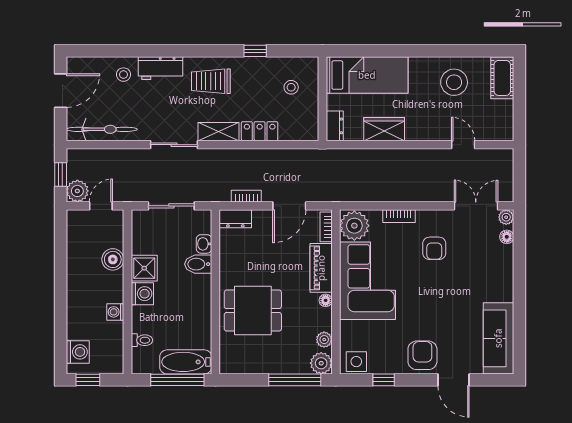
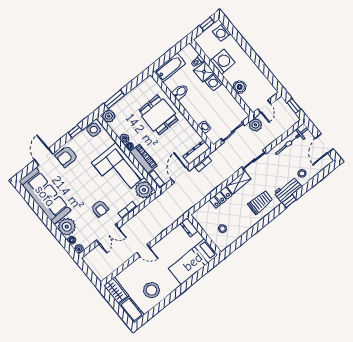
window: (255, 51) -> (289, 201), moved
wardrobe: (384, 129) -> (116, 290), moved, turned -90
door: (463, 145) -> (143, 250), moved
plant: (77, 191) -> (255, 125), moved
double door: (476, 206) -> (108, 234), moved
dresser: (235, 219) -> (196, 152), width x1.44
armchair: (434, 248) -> (100, 209), turned 180
plant: (499, 260) -> (67, 227), added
bidet: (198, 264) -> (180, 92), moved
shower: (144, 268) -> (204, 72), moved
dining table: (253, 311) -> (158, 115), turned 90
washing machine: (115, 312) -> (223, 62), width x1.89, depth x1.89
sofa: (498, 338) -> (45, 196), width x1.36, depth x1.27
plant: (324, 340) -> (125, 138), moved
armchair: (422, 355) -> (66, 157), turned 90
window: (177, 380) -> (167, 57), removed
window: (295, 380) -> (114, 99), width x0.69
door: (454, 380) -> (44, 157), hinge flipped

